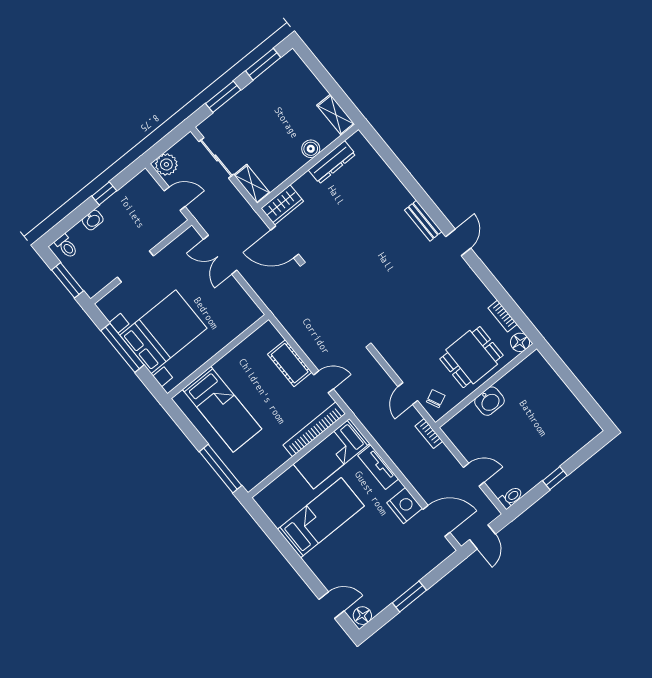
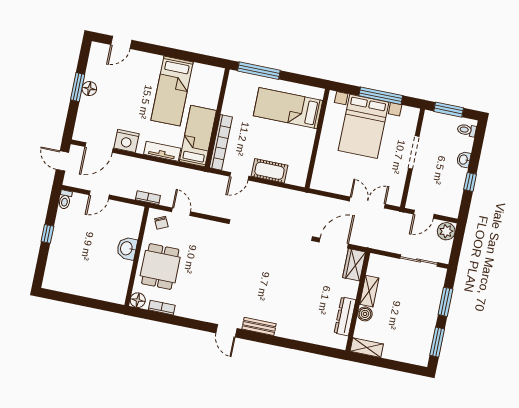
shelving: (252, 184) -> (369, 291), moved, turned 90
floor lamp: (362, 616) -> (89, 89), moved

